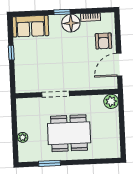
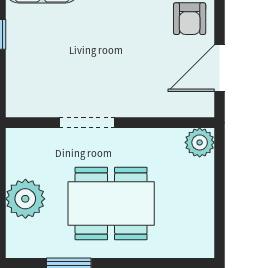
plant: (23, 137) -> (25, 199), width x1.87, depth x1.87

